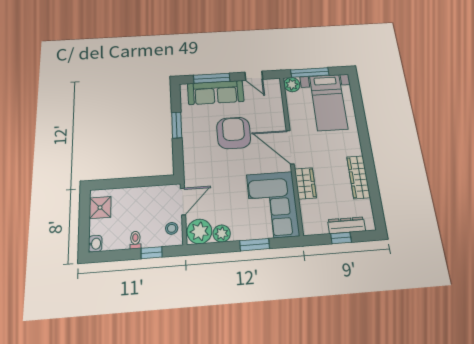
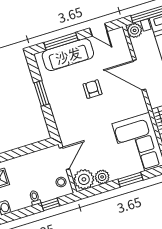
armchair: (234, 133) -> (92, 89), width x0.53, depth x0.53
door: (290, 147) -> (139, 75), moved

